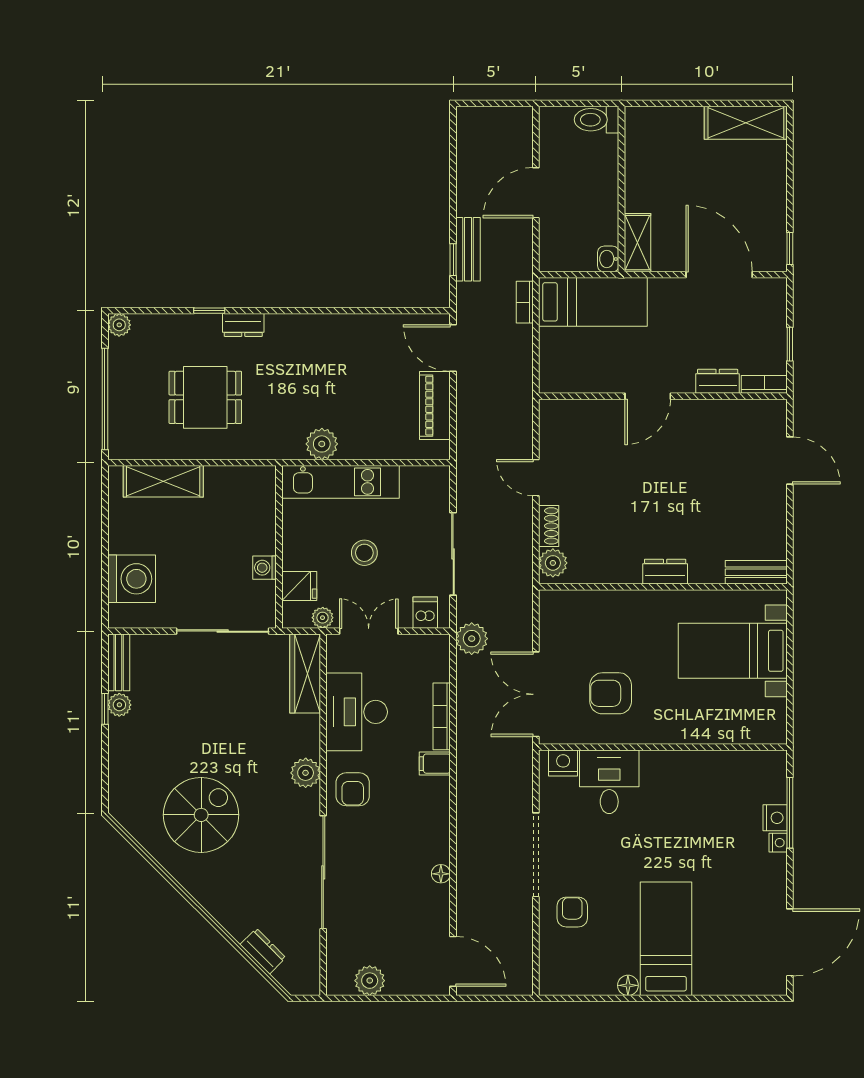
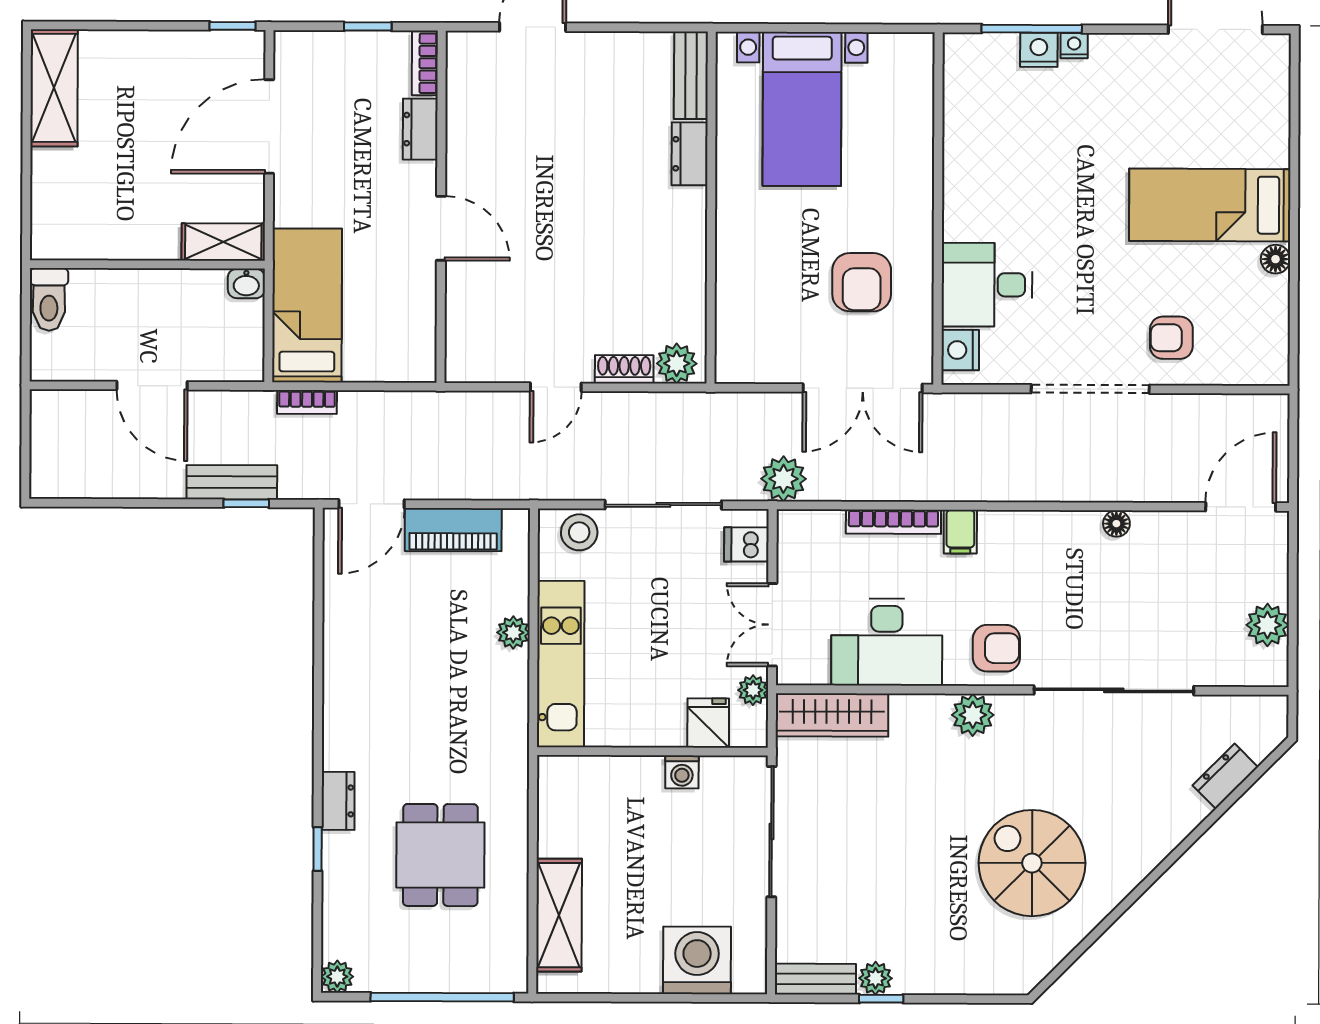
plant: (322, 444) -> (513, 633), moved, width x0.73, depth x0.73
stool: (364, 553) -> (579, 532), moved
dresser: (665, 572) -> (690, 154), moved

